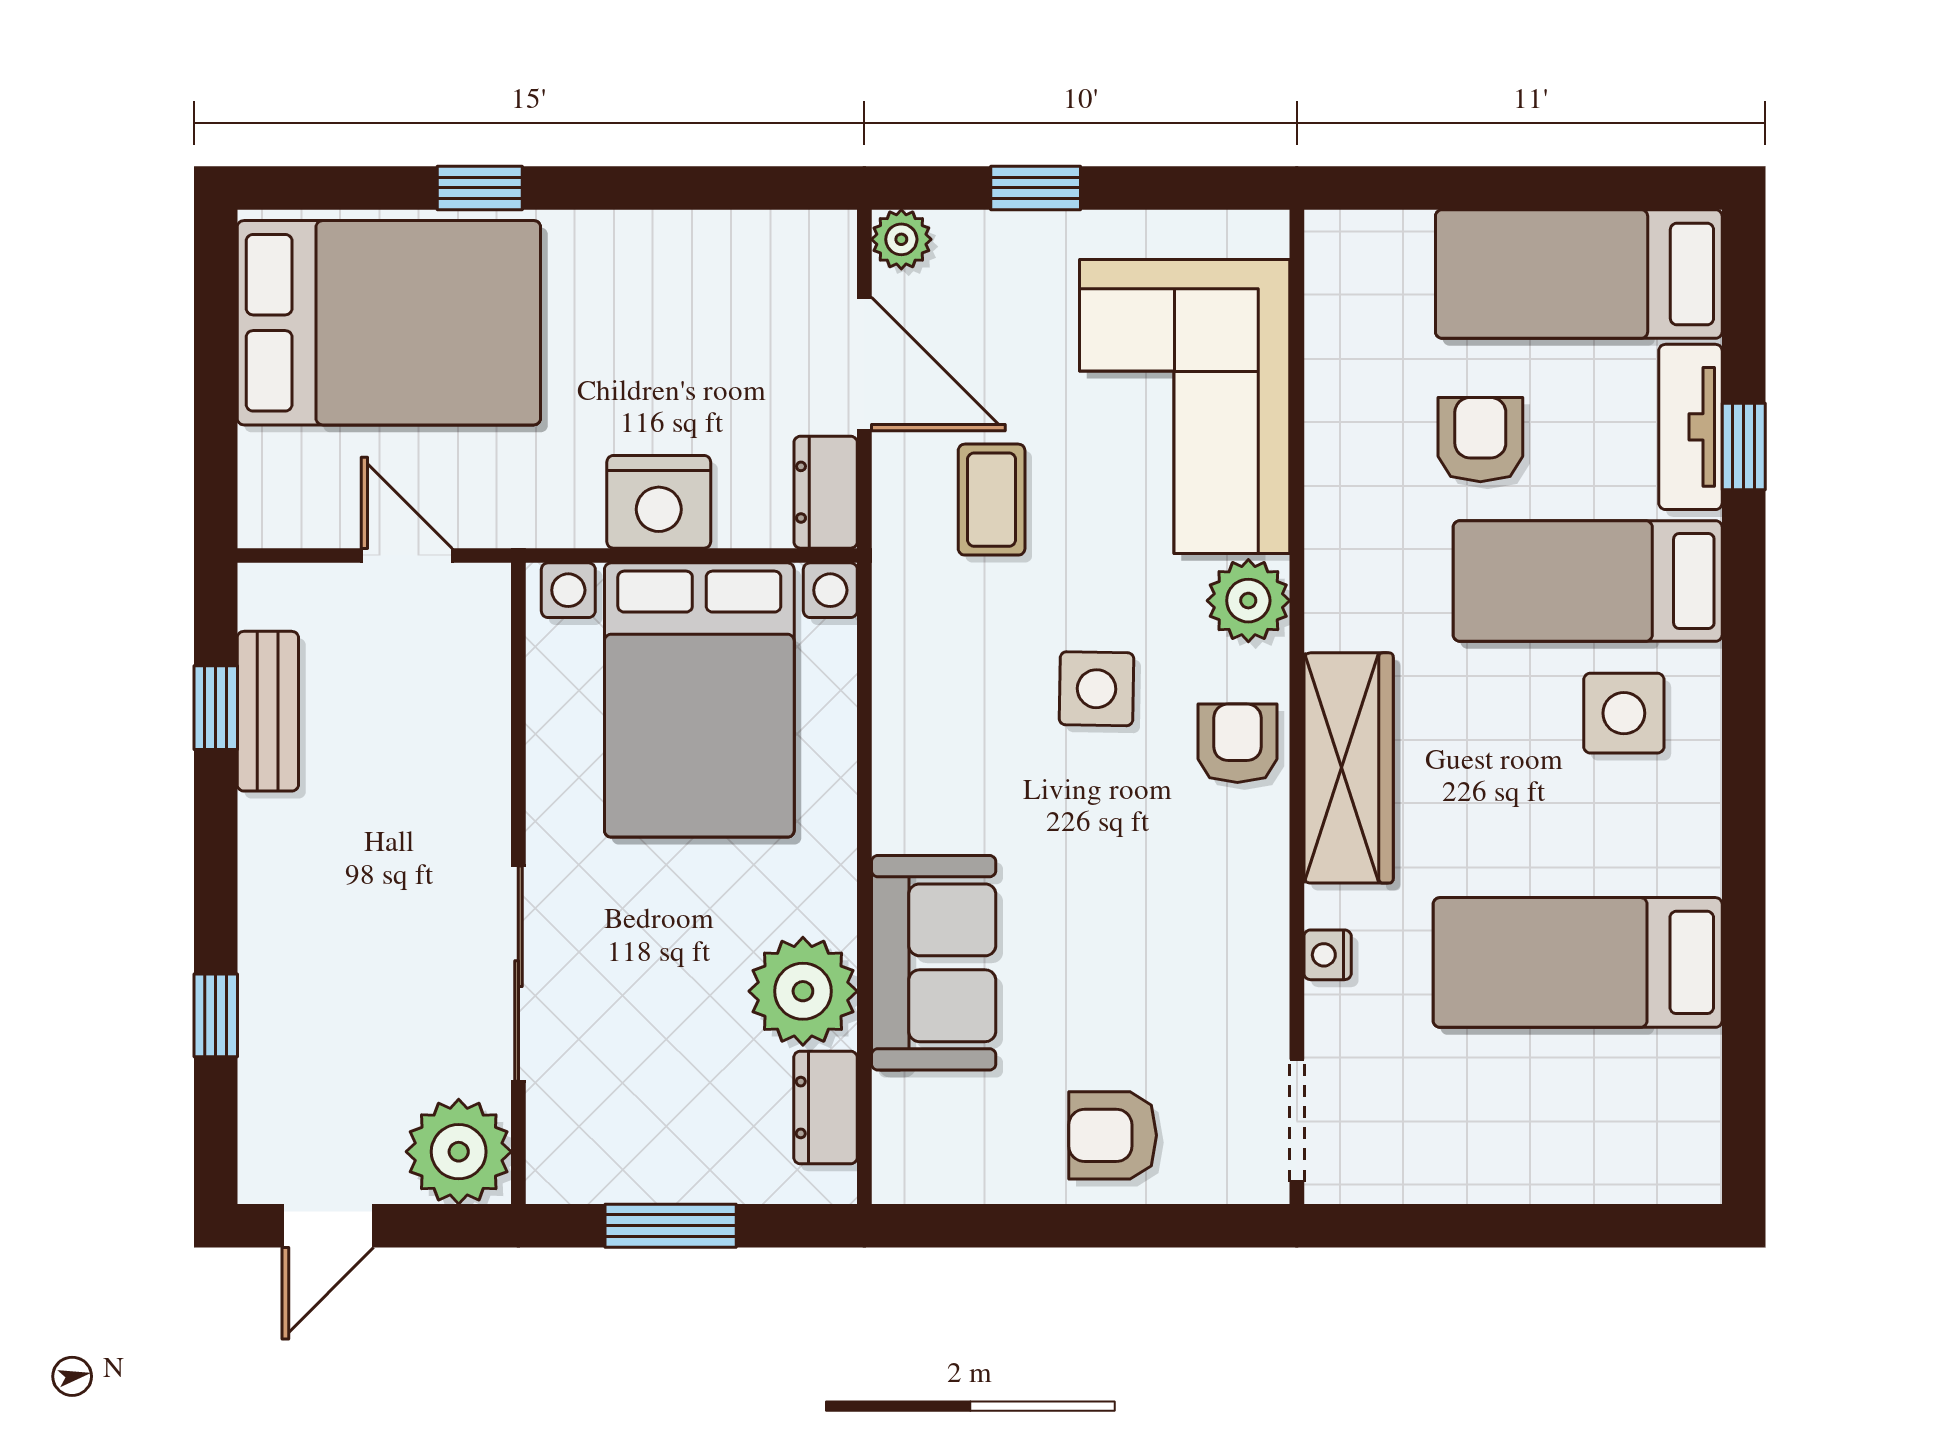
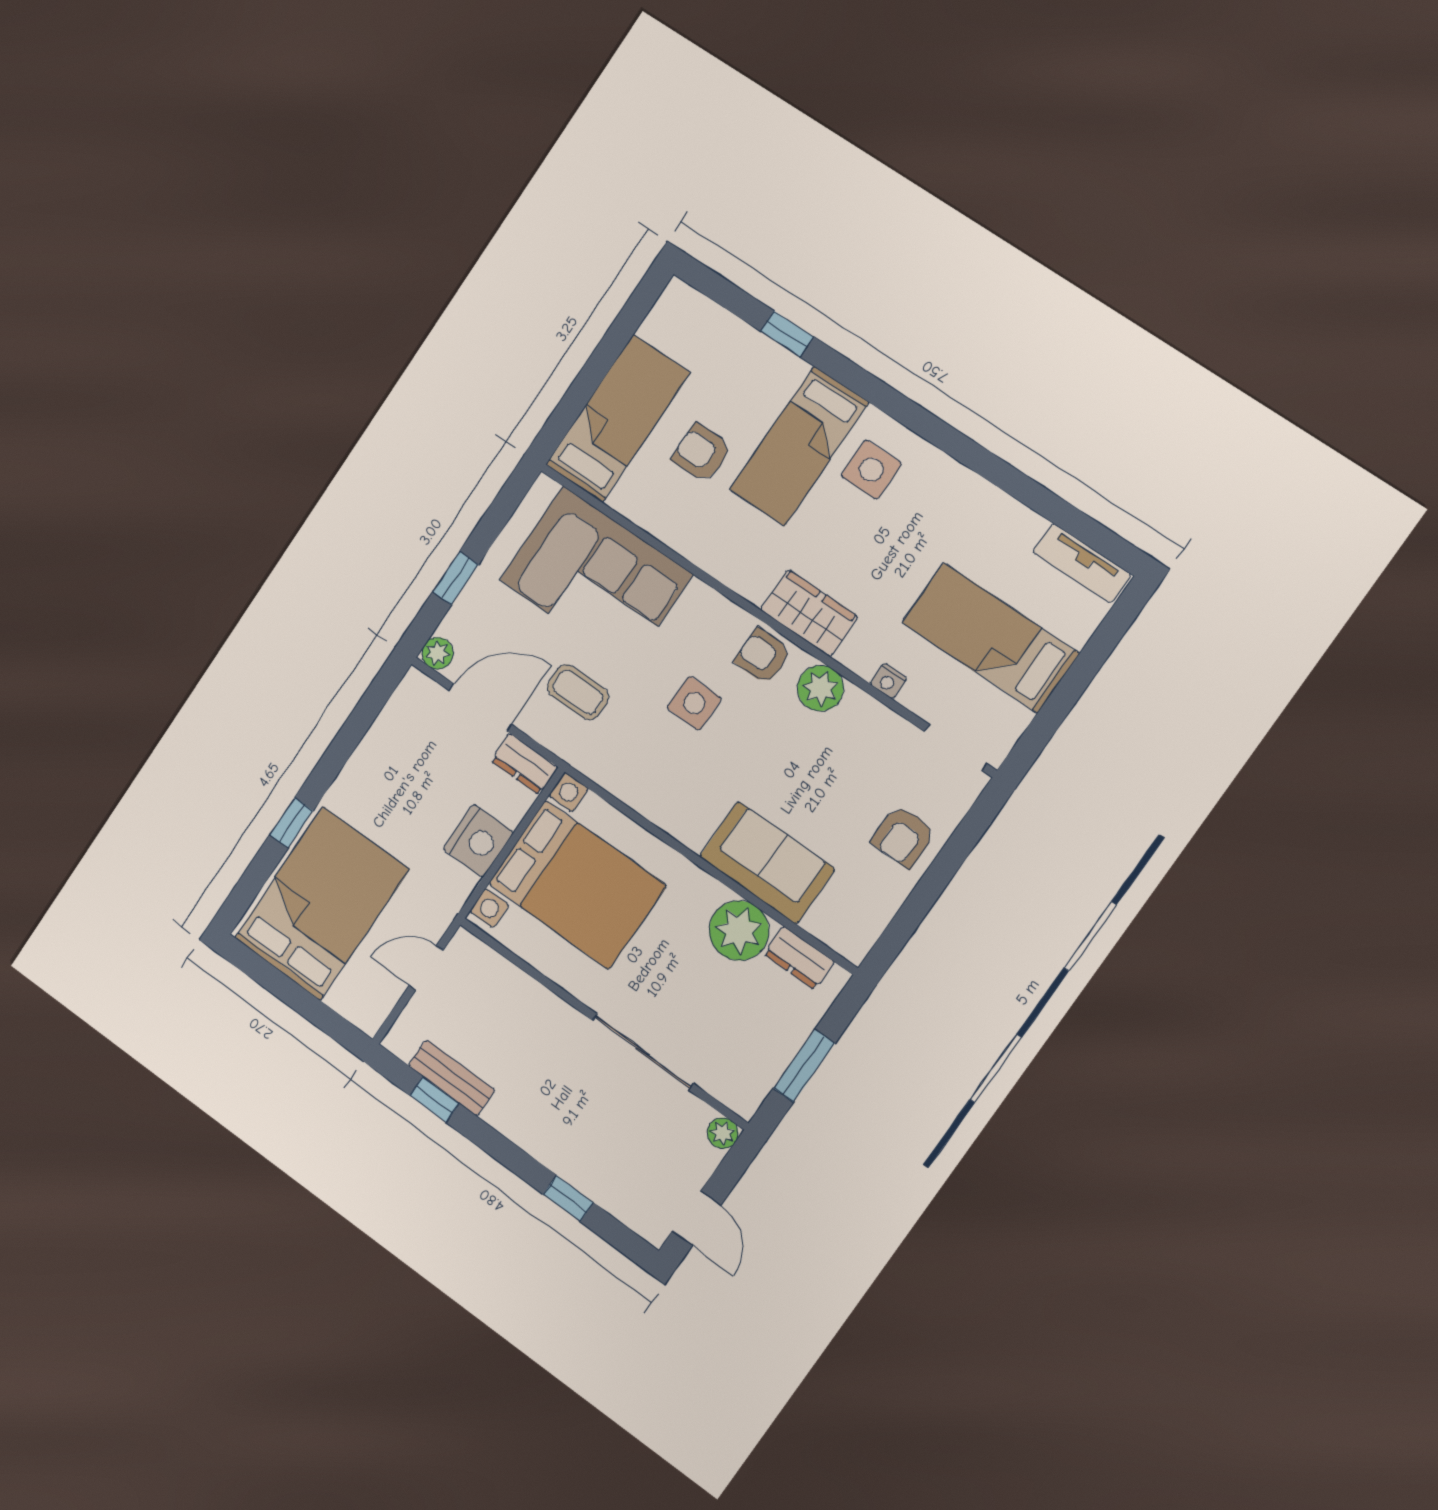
bed: (1579, 274) -> (618, 419), moved, turned 180
tv unit: (1690, 427) -> (1082, 563), moved
plant: (1248, 601) -> (820, 688), moved
wardrobe: (1349, 768) -> (809, 613), width x0.67
bed: (1578, 962) -> (990, 638), moved, turned 90
plant: (459, 1152) -> (723, 1133), width x0.53, depth x0.53

